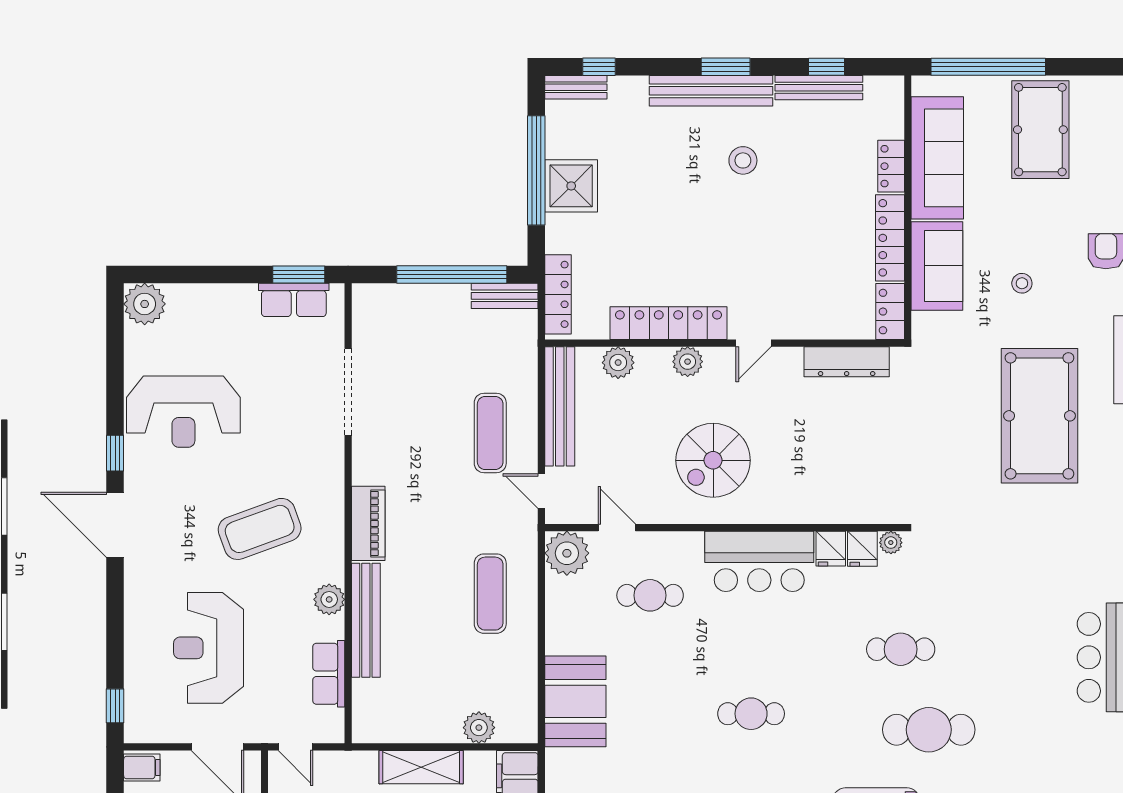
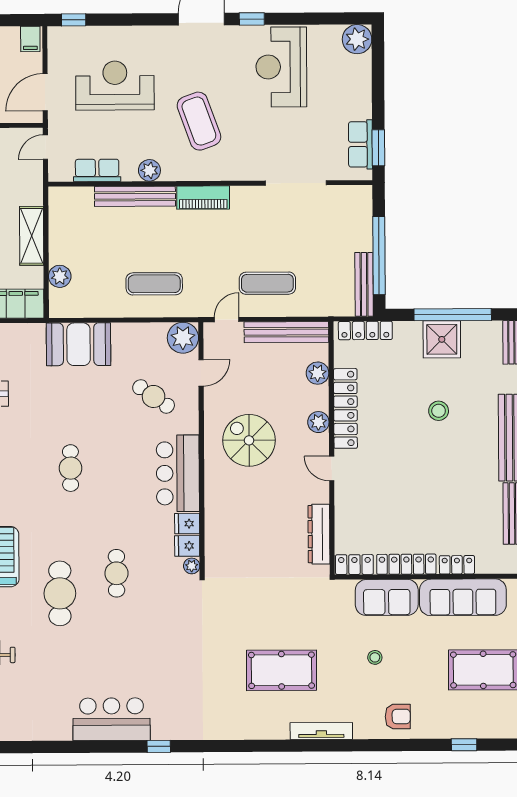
stool: (743, 160) -> (439, 411), moved
bench: (505, 296) -> (364, 284), width x1.36
pool table: (1039, 416) -> (282, 670), width x0.73, depth x0.76
cafe table: (650, 595) -> (154, 396), turned -55

